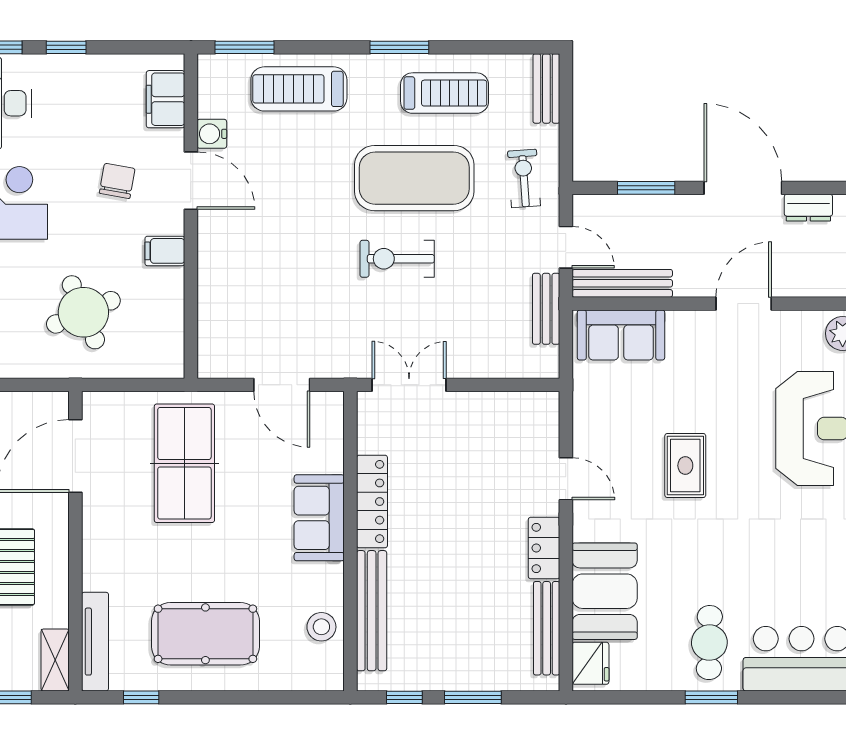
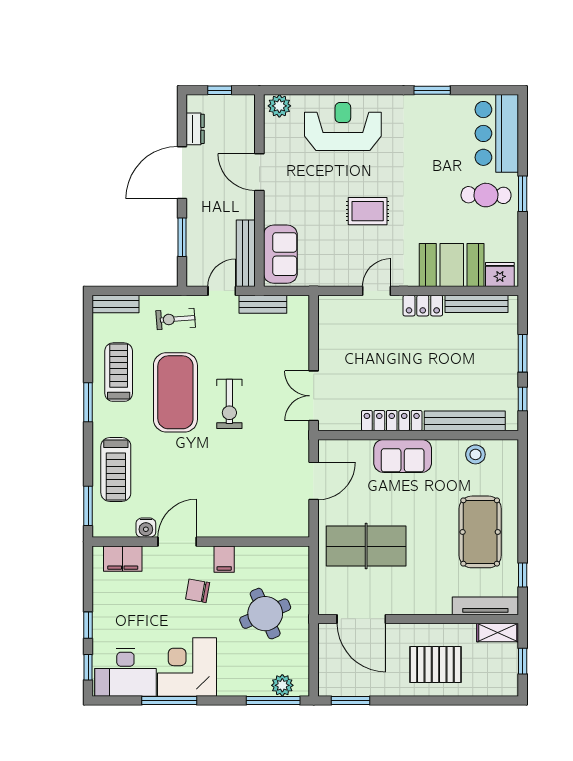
chair: (117, 181) -> (198, 591), moved

